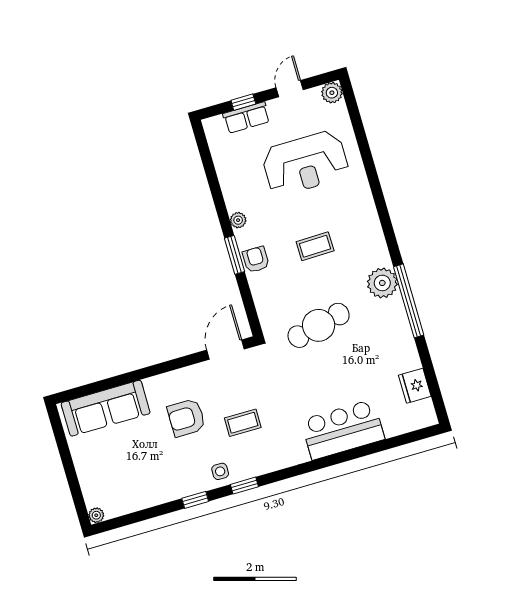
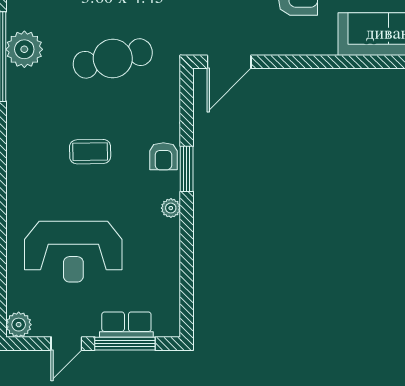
window: (243, 102) -> (125, 344), width x2.17
reception desk: (305, 163) -> (73, 252), turned 180
plant: (382, 283) -> (24, 49), moved

